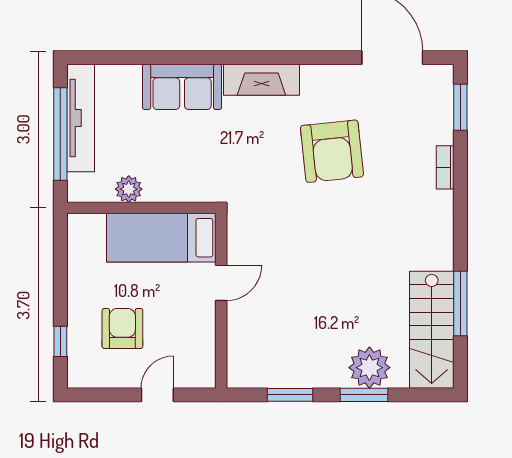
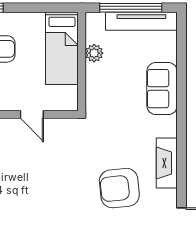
fireplace: (261, 80) -> (167, 163), moved
bed: (161, 238) -> (62, 48), moved, turned 180

